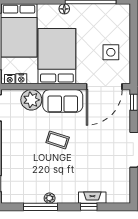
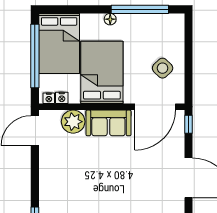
side table: (111, 52) -> (163, 68), turned 45
coffee table: (58, 140) -> (103, 167), removed

